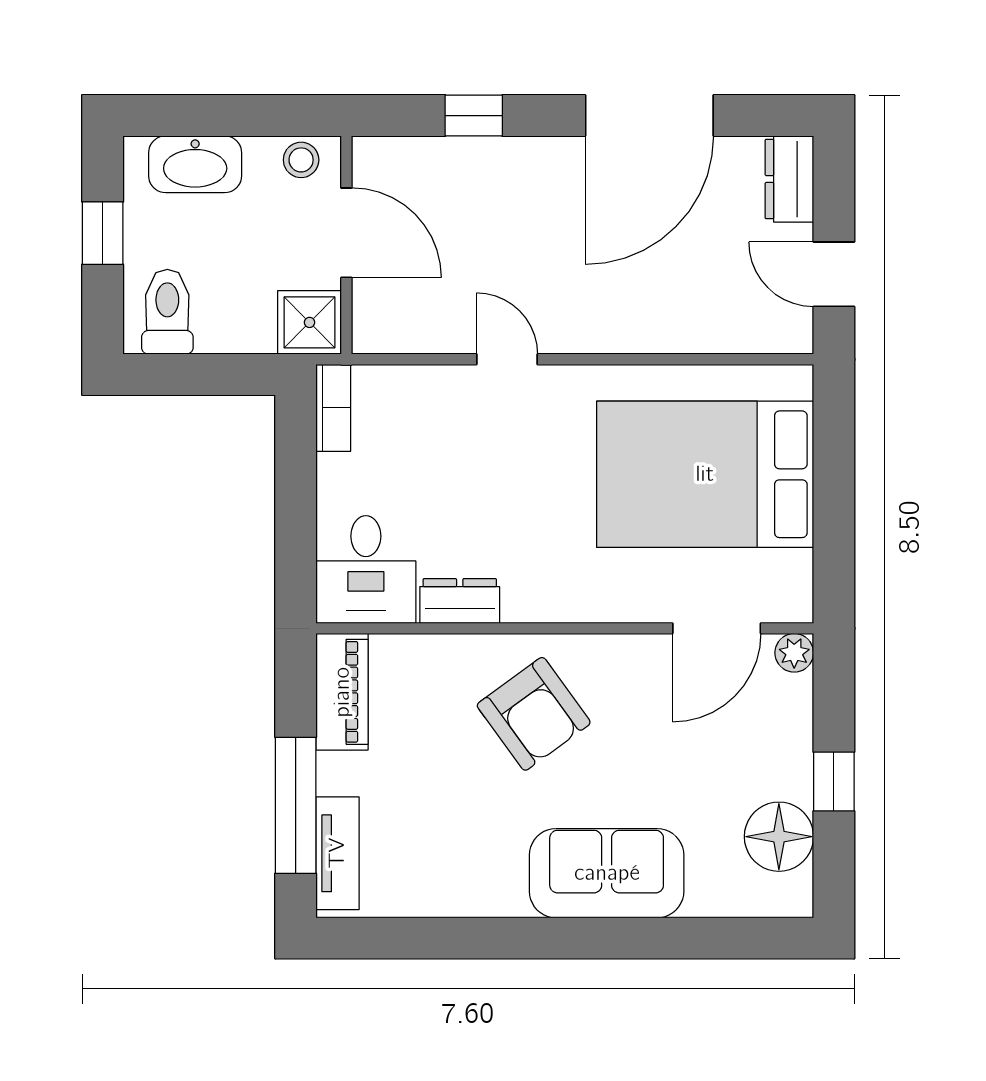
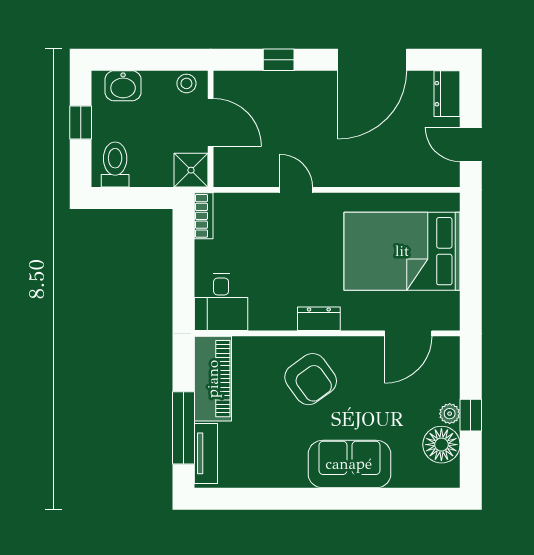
washbasin: (195, 164) -> (123, 86), width x0.72
dresser: (460, 601) -> (319, 319), moved
plant: (794, 653) -> (450, 414), moved
piano: (342, 692) -> (213, 379), width x1.37, depth x1.33

